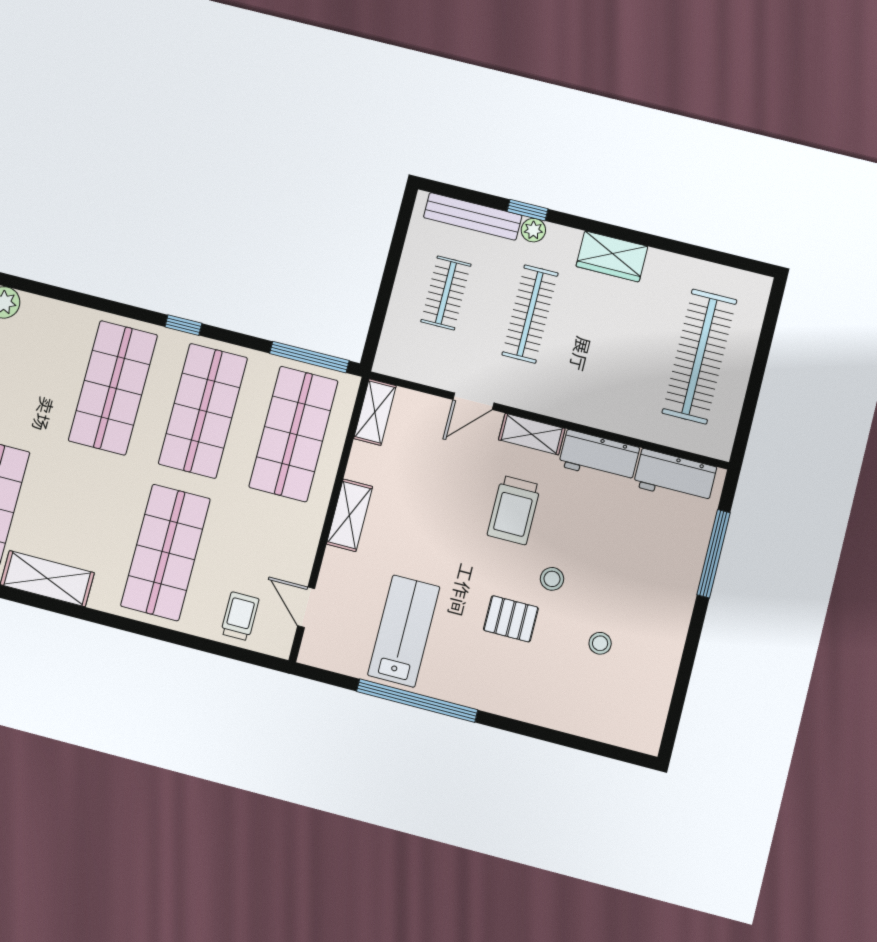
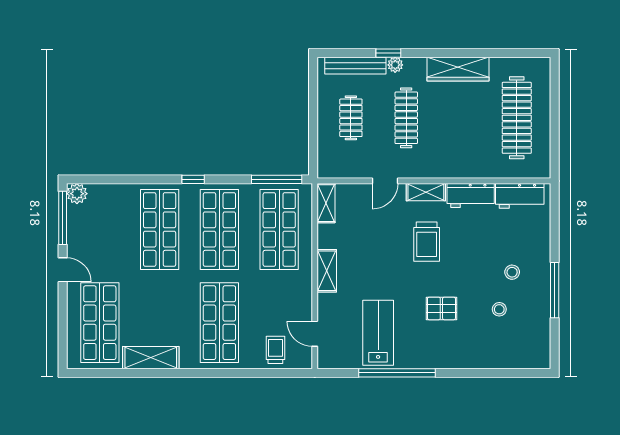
wardrobe: (612, 256) -> (458, 69), width x1.50
window: (714, 554) -> (555, 290), moved
stool: (552, 579) -> (512, 272), moved

